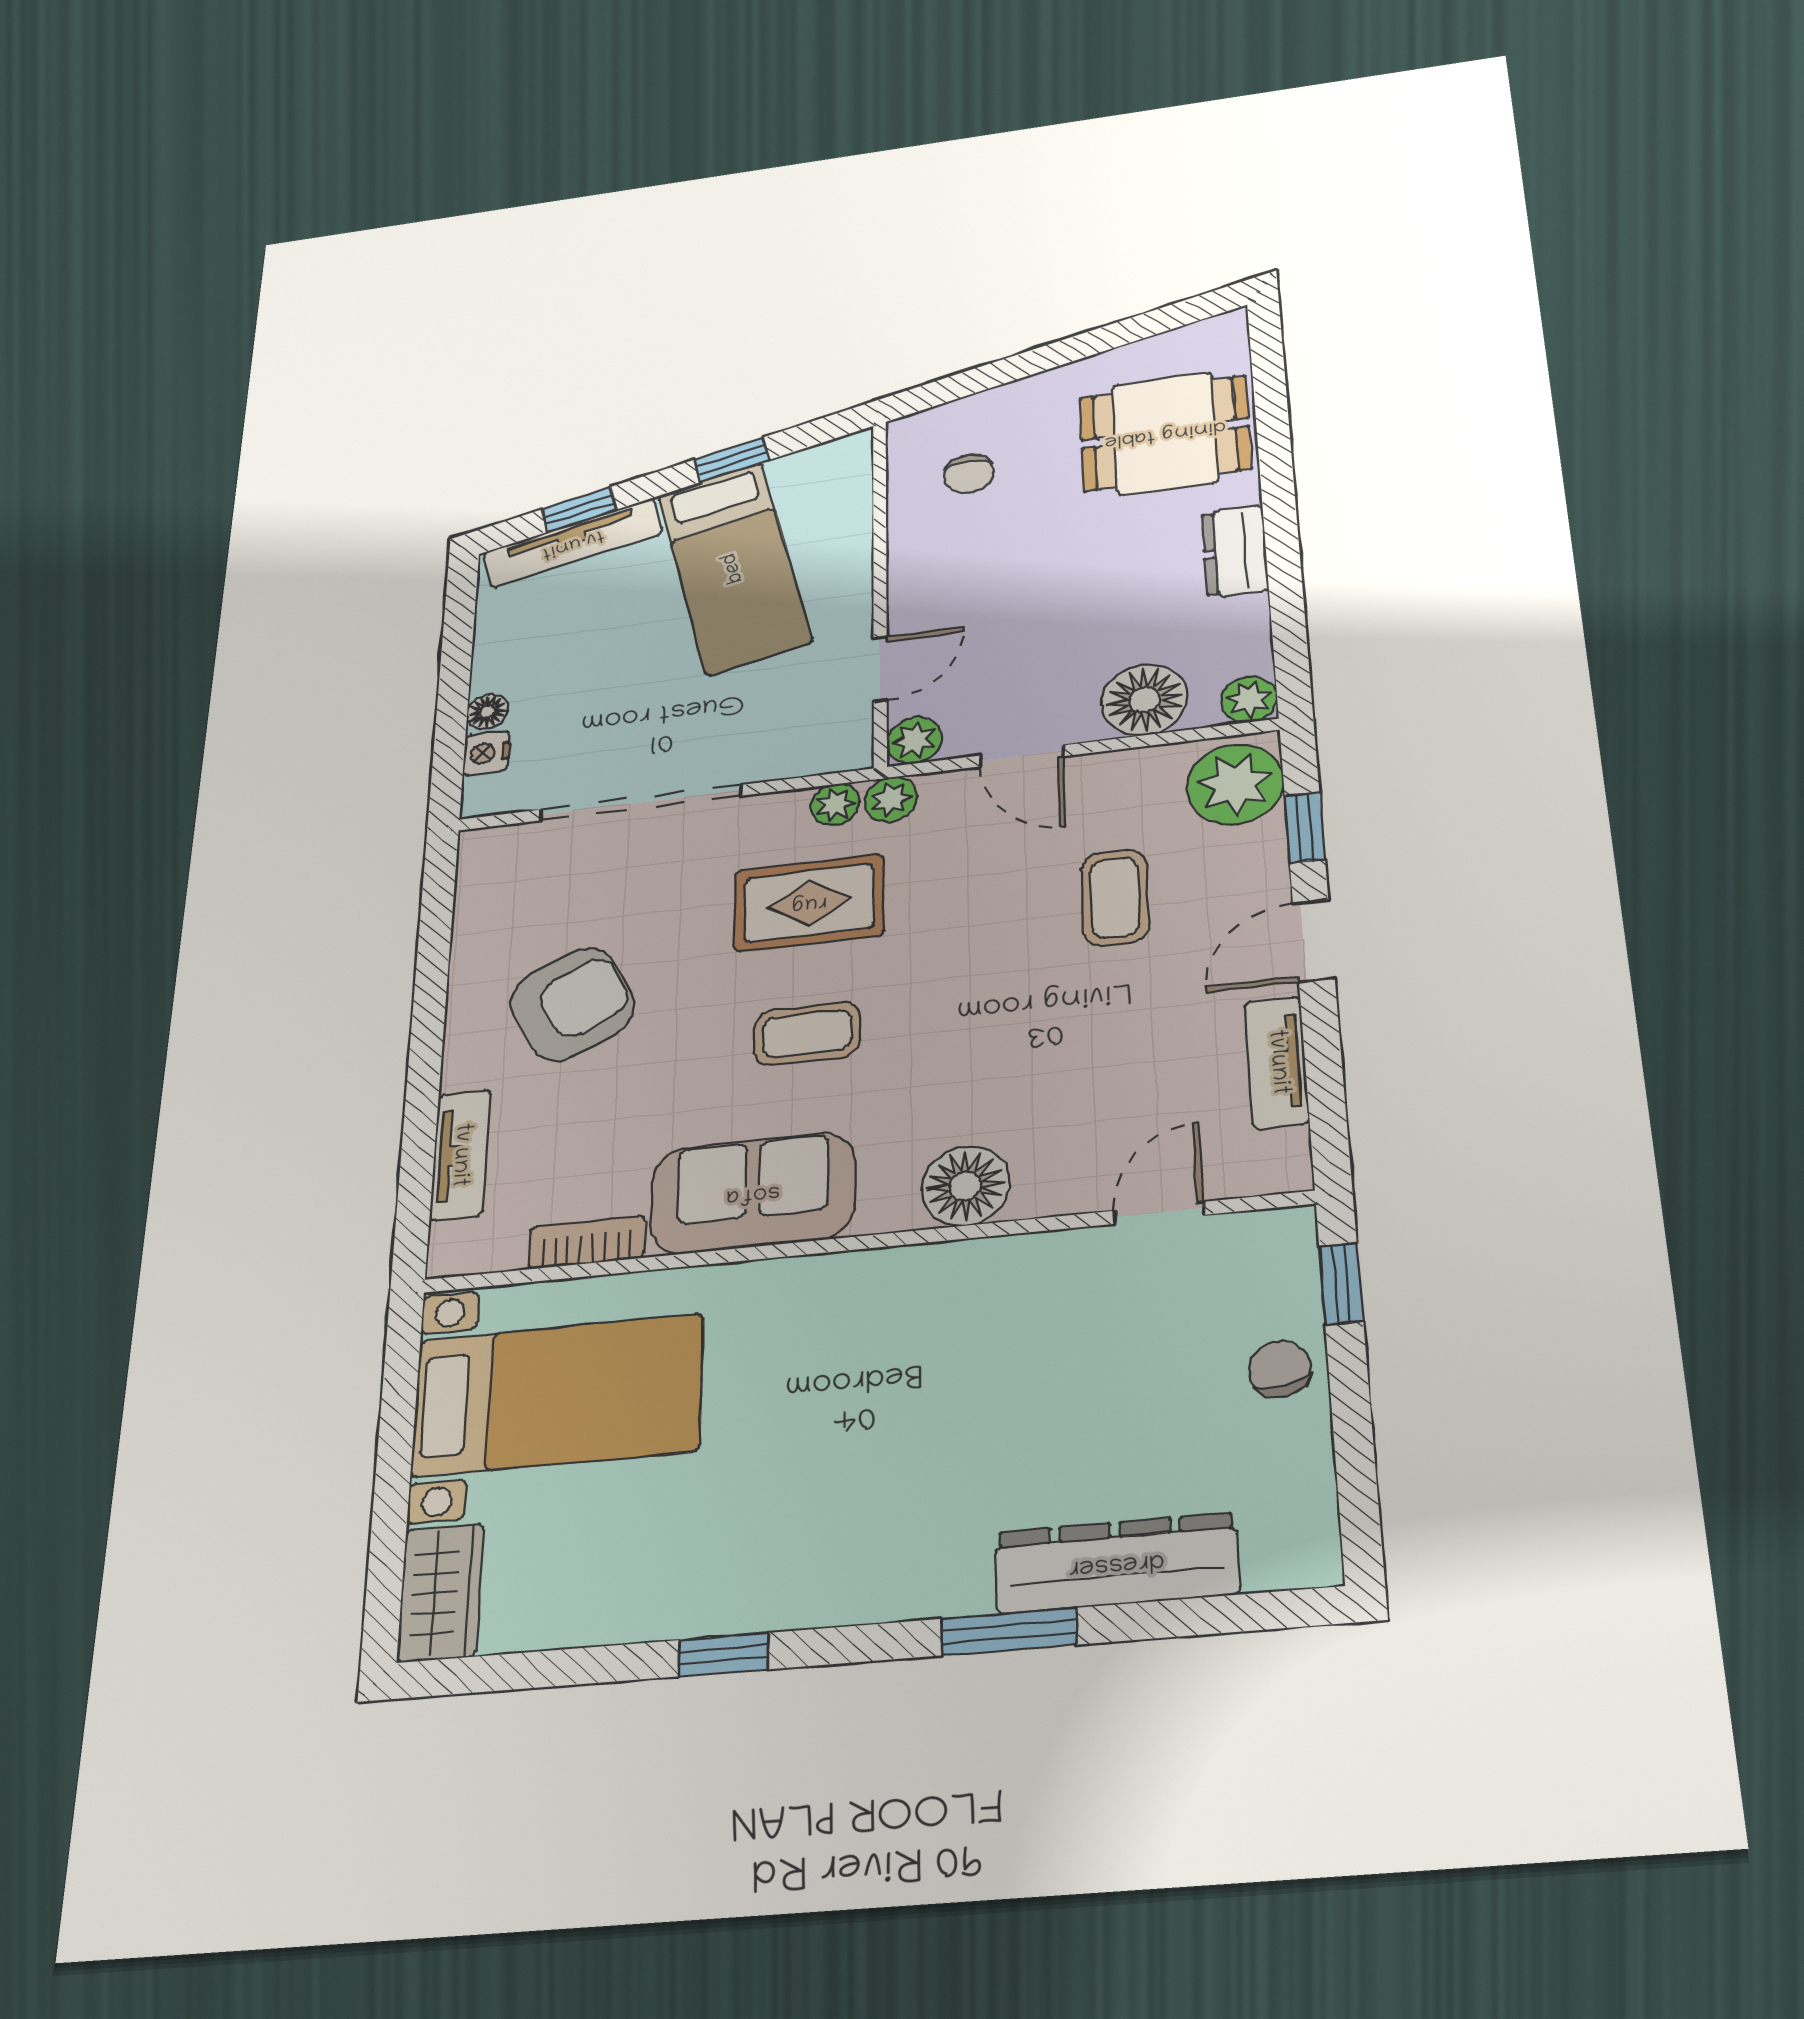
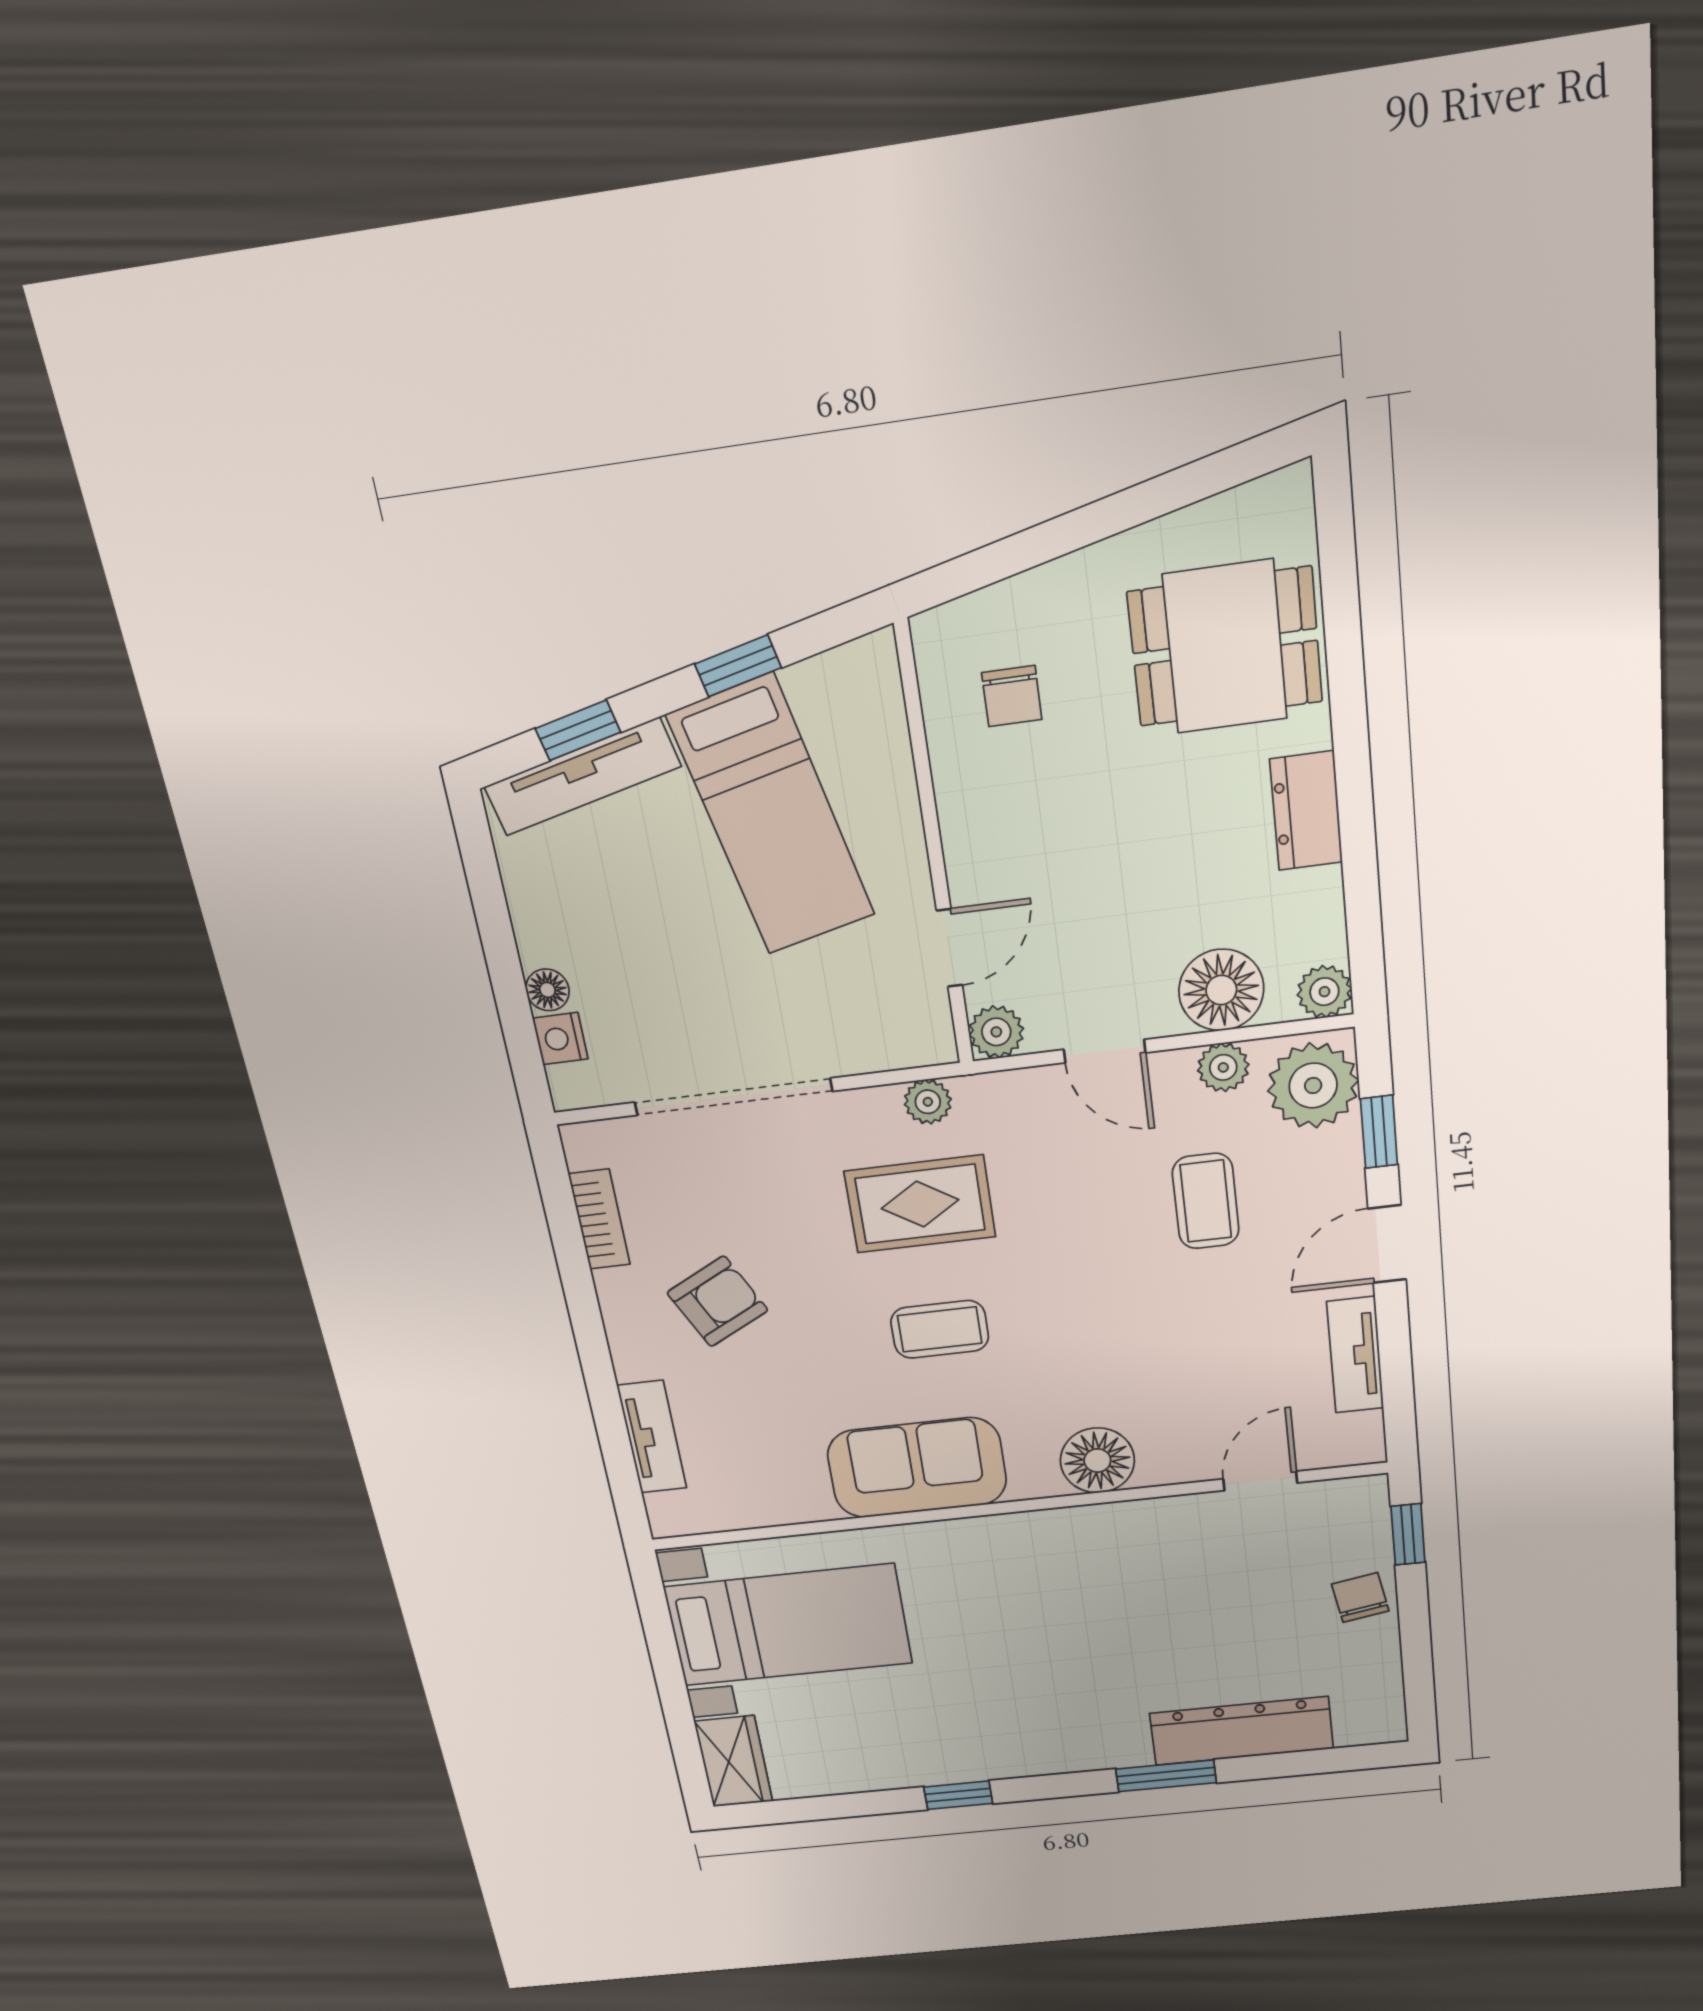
plant: (891, 799) -> (1223, 1067), moved
armchair: (572, 1004) -> (717, 1301), width x0.72, depth x0.72
bookcase: (587, 1242) -> (599, 1219), moved, turned 90

